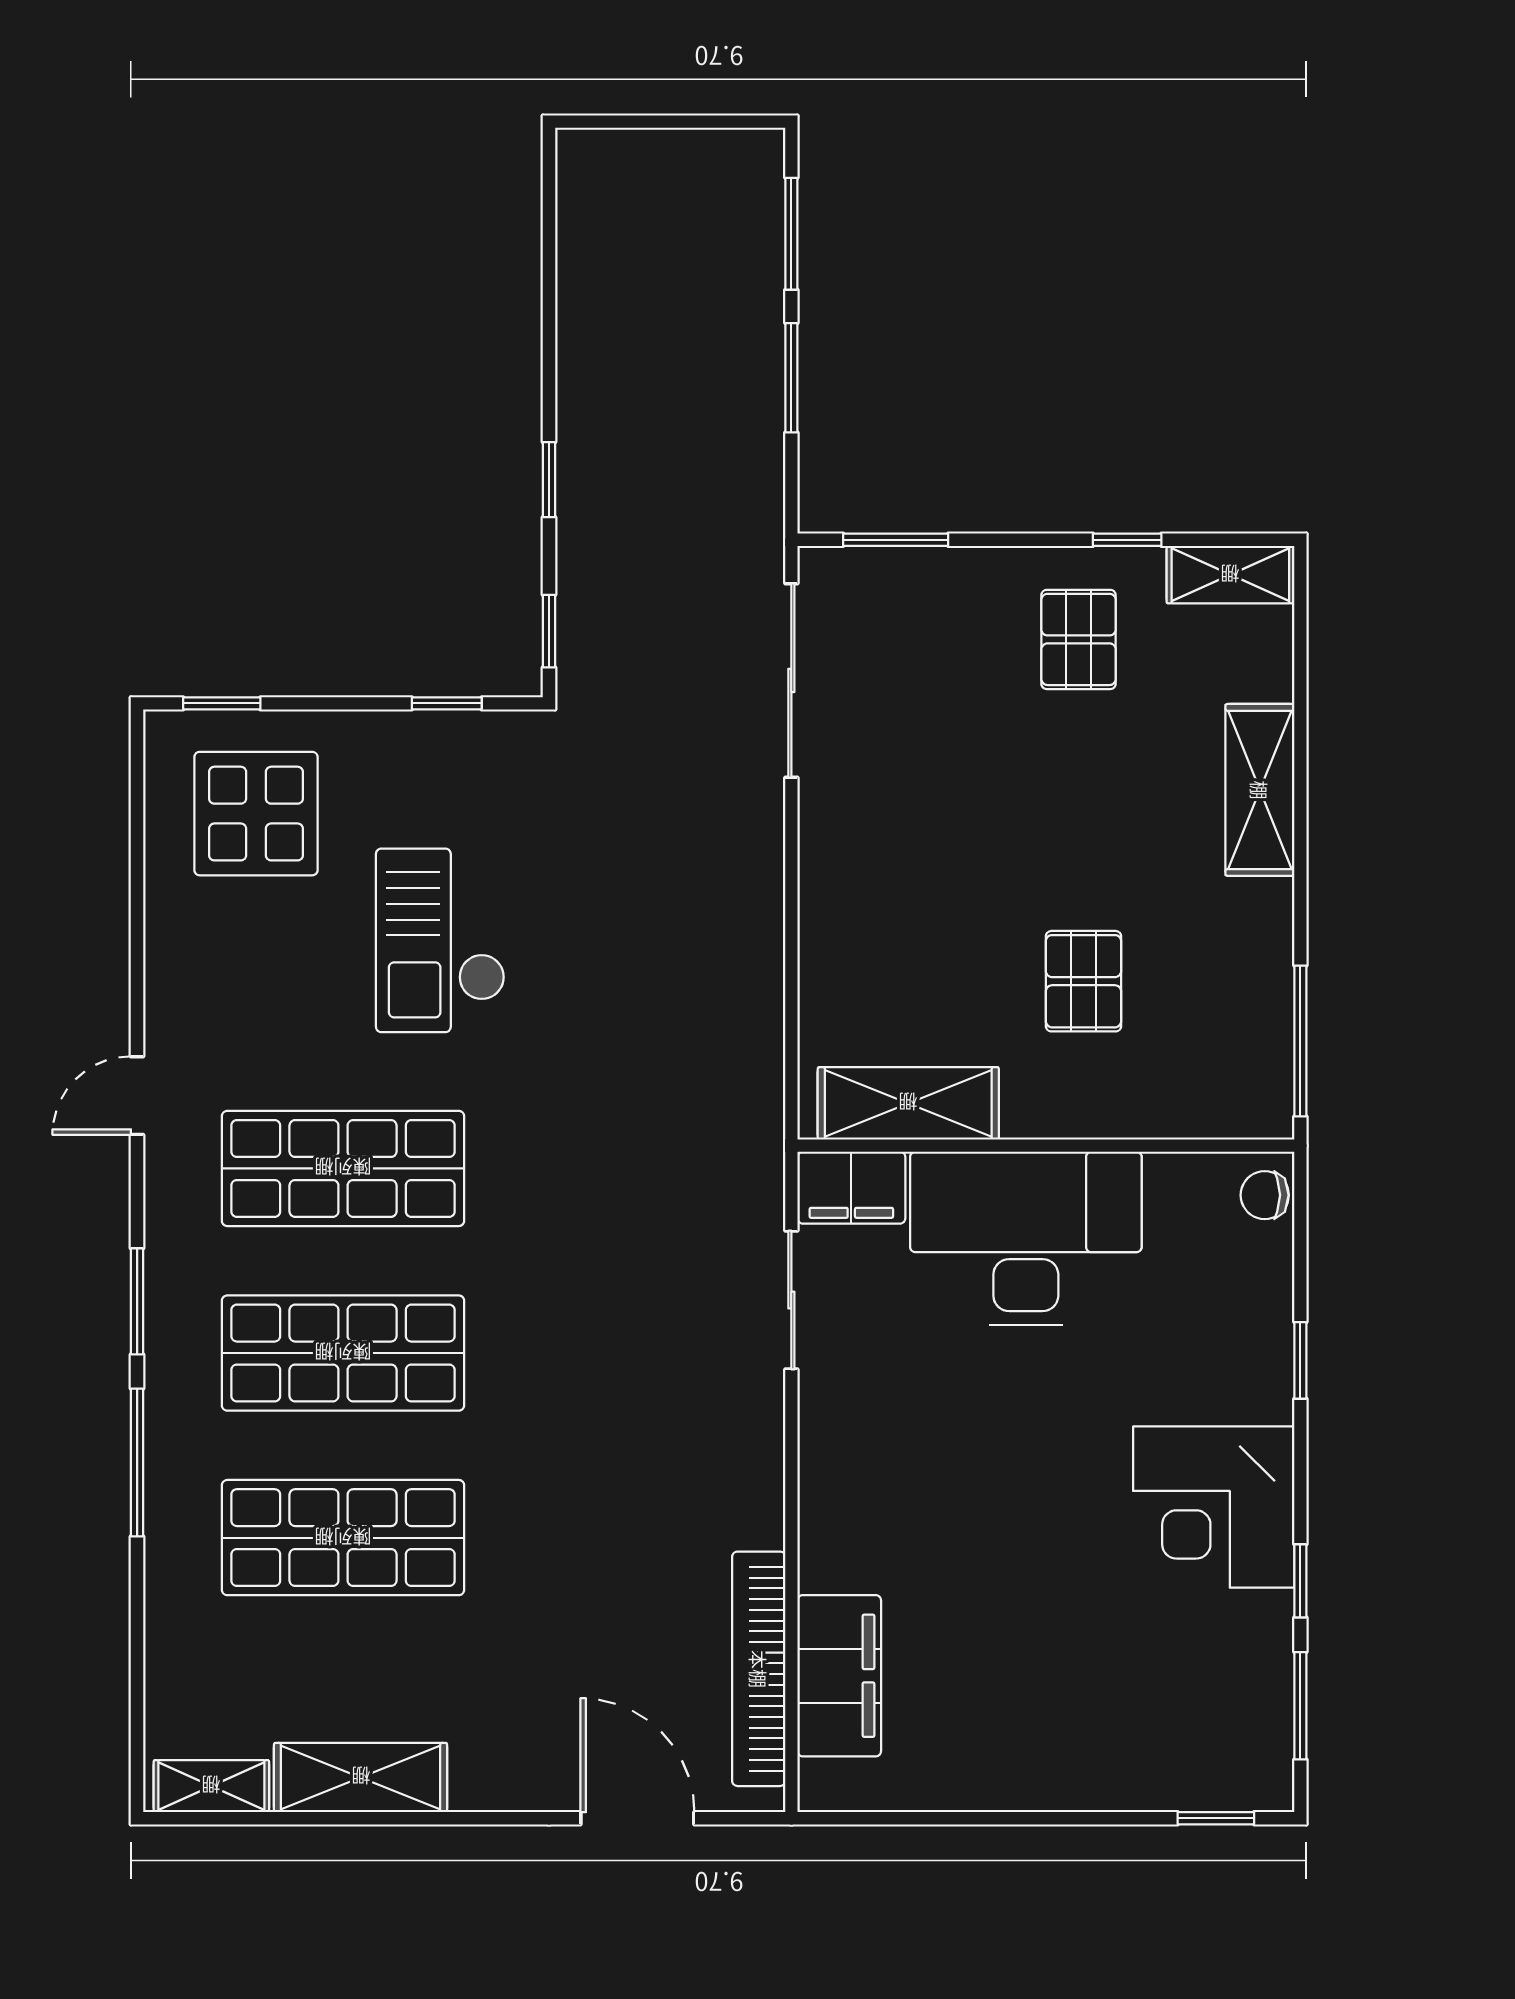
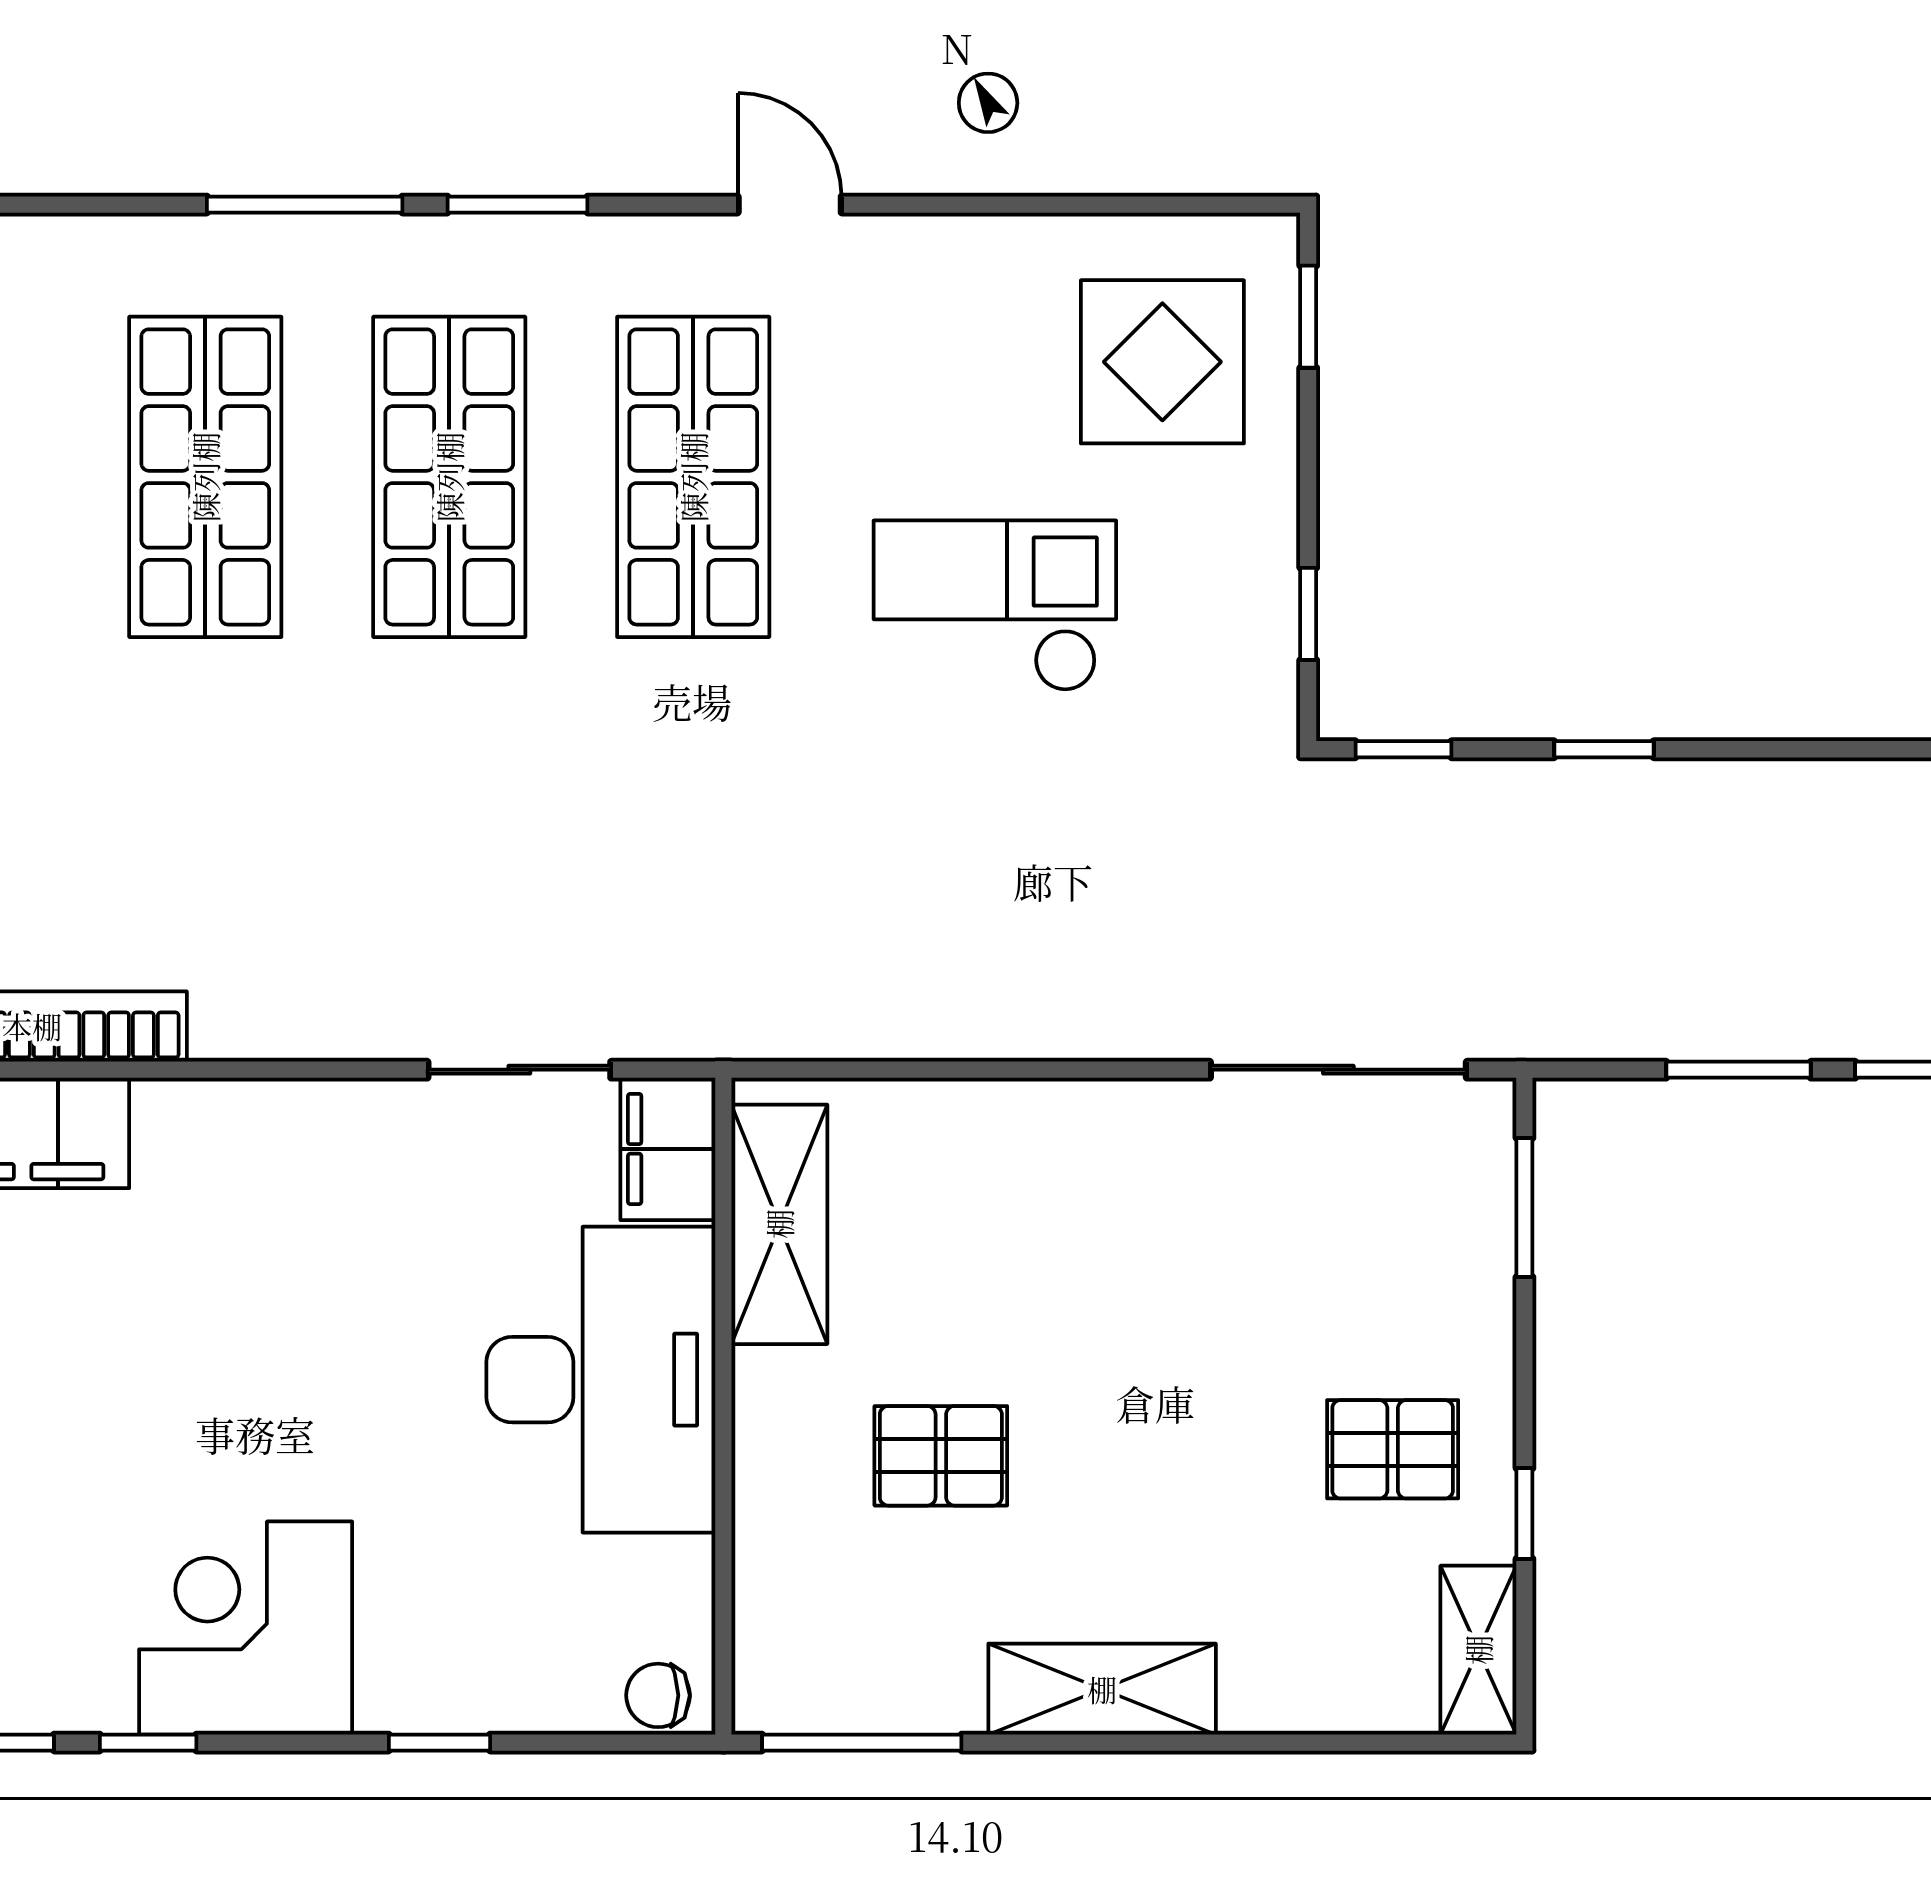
shelving: (1260, 790) -> (1102, 1689), moved
chair: (1265, 1195) -> (658, 1695), turned -90

